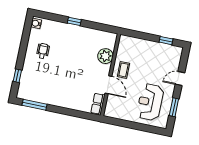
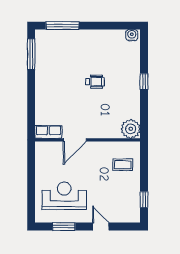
wheelchair: (43, 51) -> (95, 82), moved
plant: (105, 56) -> (131, 129), moved
coffee table: (123, 70) -> (123, 165), moved
window: (17, 76) -> (62, 26), width x2.17

